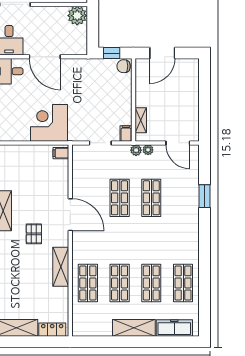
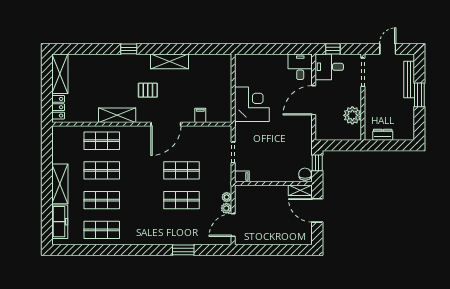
plant: (77, 16) -> (352, 115), moved
shelving: (141, 120) -> (300, 190), moved
plant: (136, 150) -> (226, 208), moved
filing cabinet: (61, 153) -> (200, 115), moved

